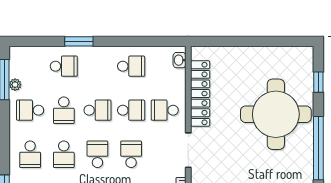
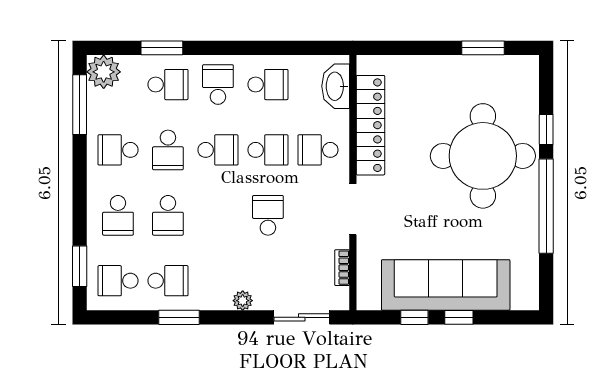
window: (79, 41) -> (162, 48), moved
window: (276, 41) -> (483, 48), added
washbasin: (180, 60) -> (336, 86), width x1.91, depth x1.45
window: (318, 82) -> (546, 130), moved
plant: (15, 85) -> (104, 72), moved, width x1.88, depth x1.88
school desk: (97, 154) -> (218, 85), moved

